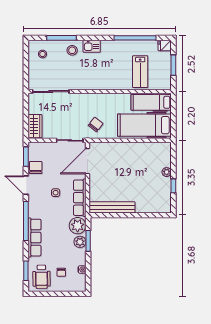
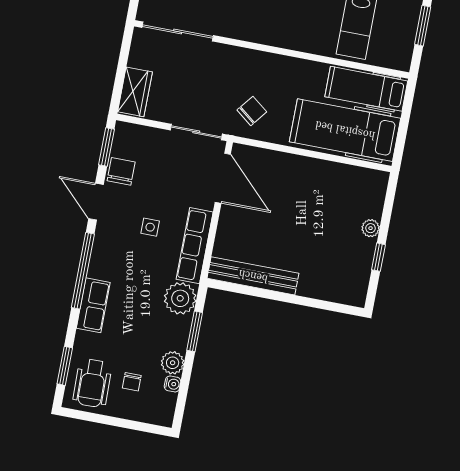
door: (87, 161) -> (223, 178), swing flipped
row of seats: (34, 238) -> (93, 305), width x0.68
plant: (80, 242) -> (173, 363), moved

